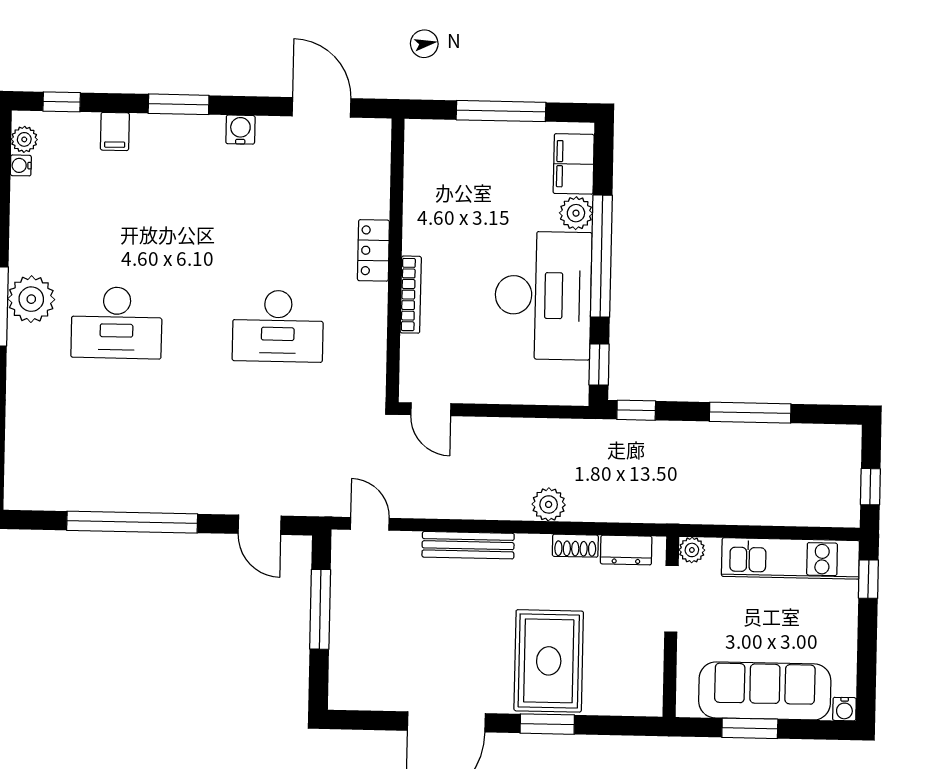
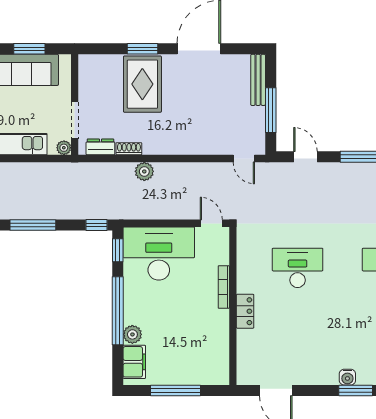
water cooler: (240, 130) -> (347, 377), moved
desk: (543, 295) -> (159, 254), moved, turned 90
bench: (468, 545) -> (258, 80), moved, turned 90

